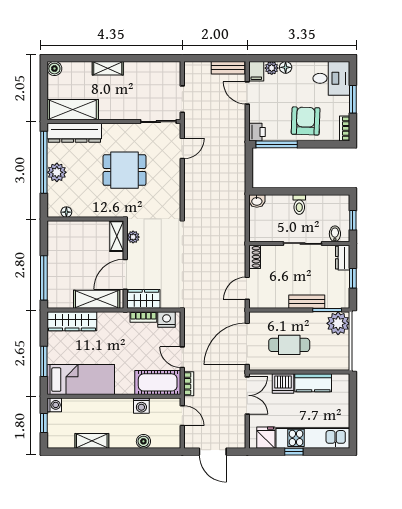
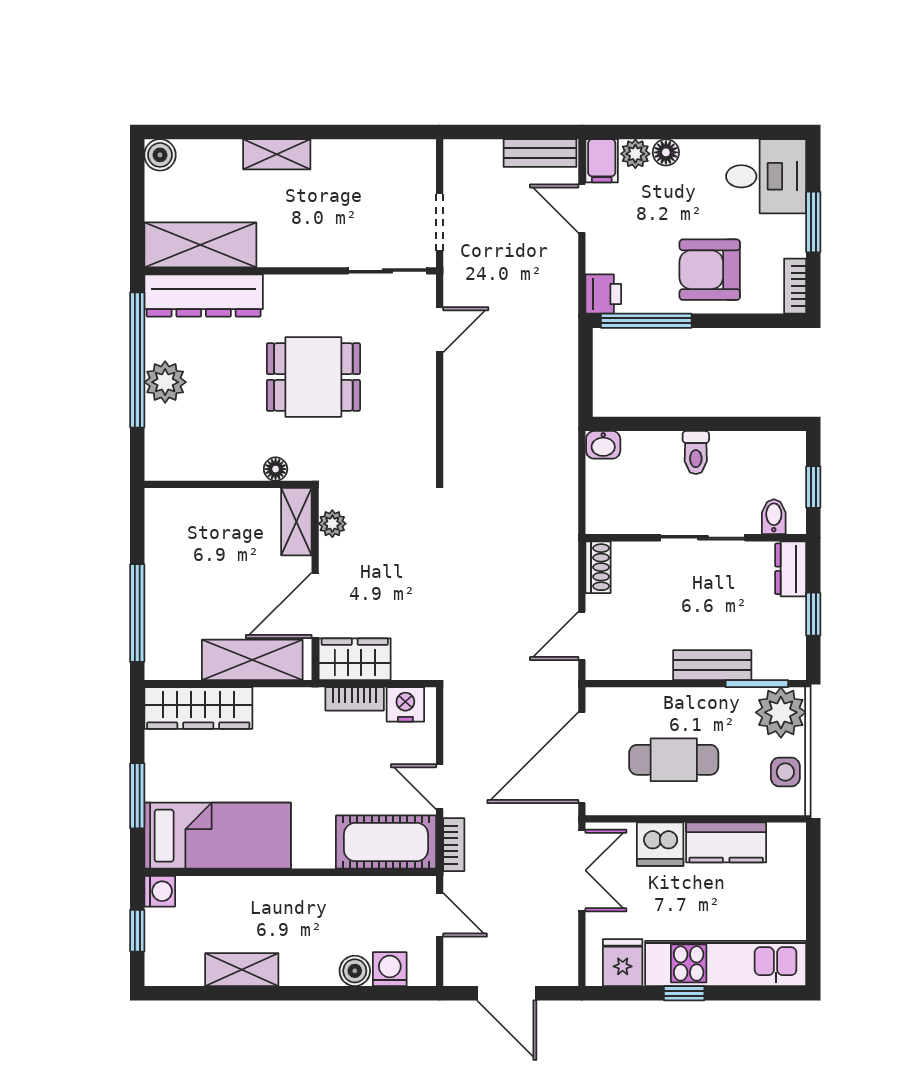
armchair: (306, 121) -> (710, 270), turned -92
floor lamp: (66, 212) -> (276, 469), moved
side table: (340, 350) -> (785, 772), added
washing machine: (141, 406) -> (390, 969), moved, turned 180

